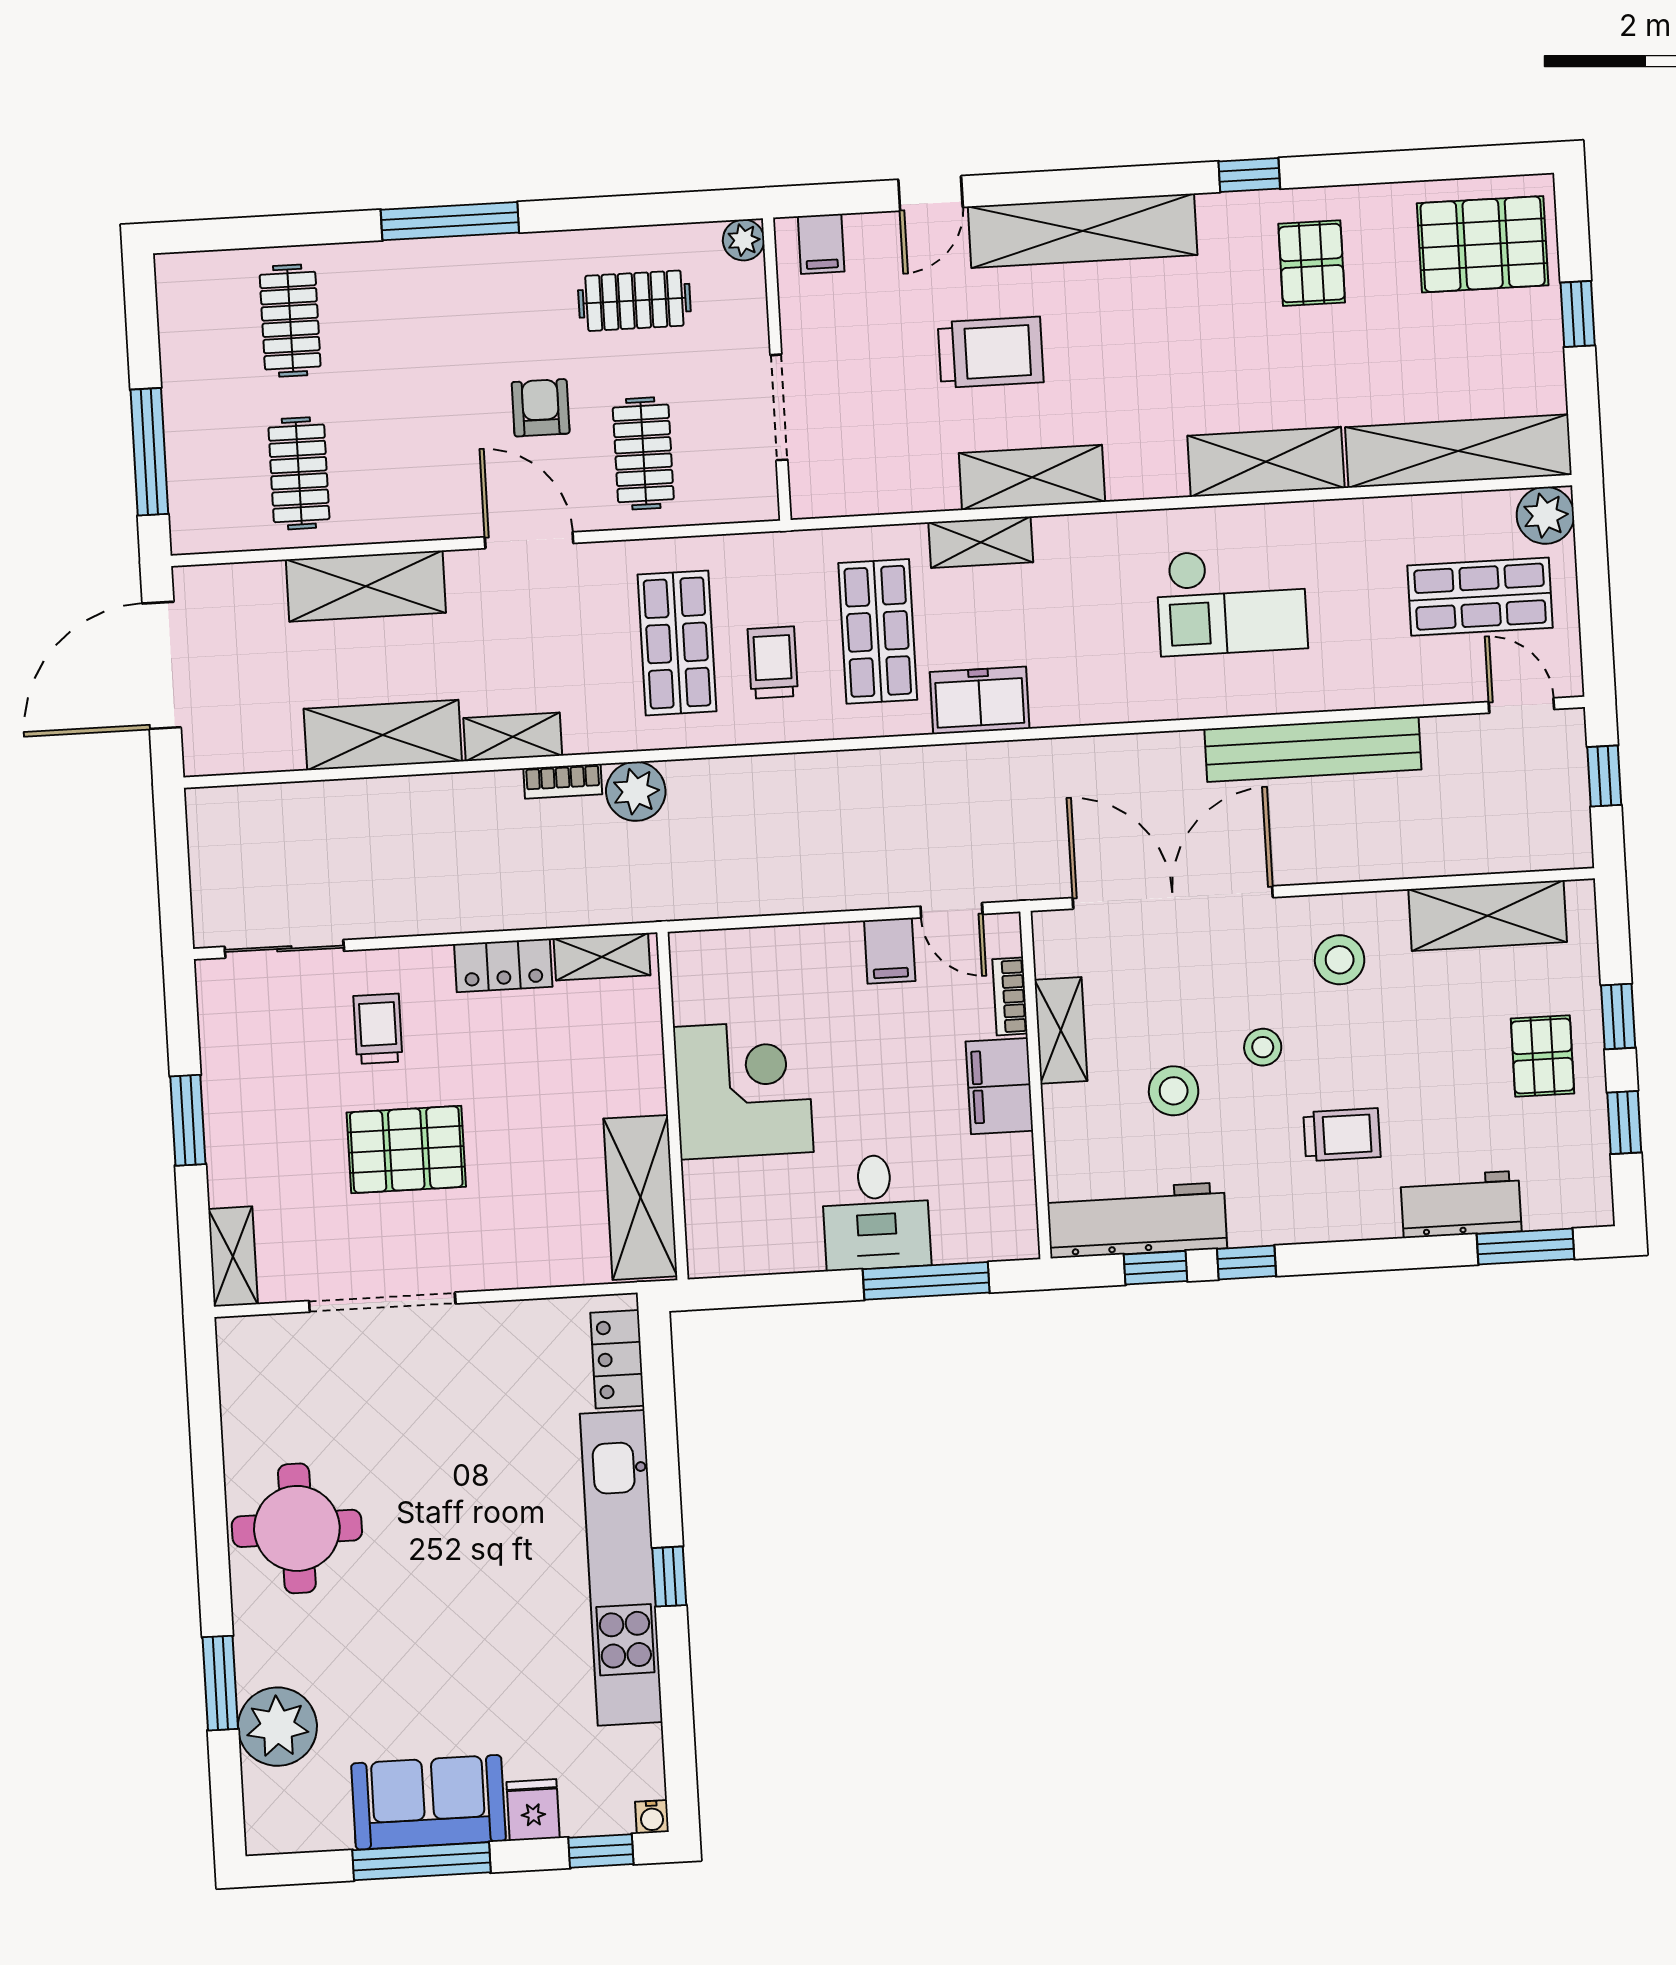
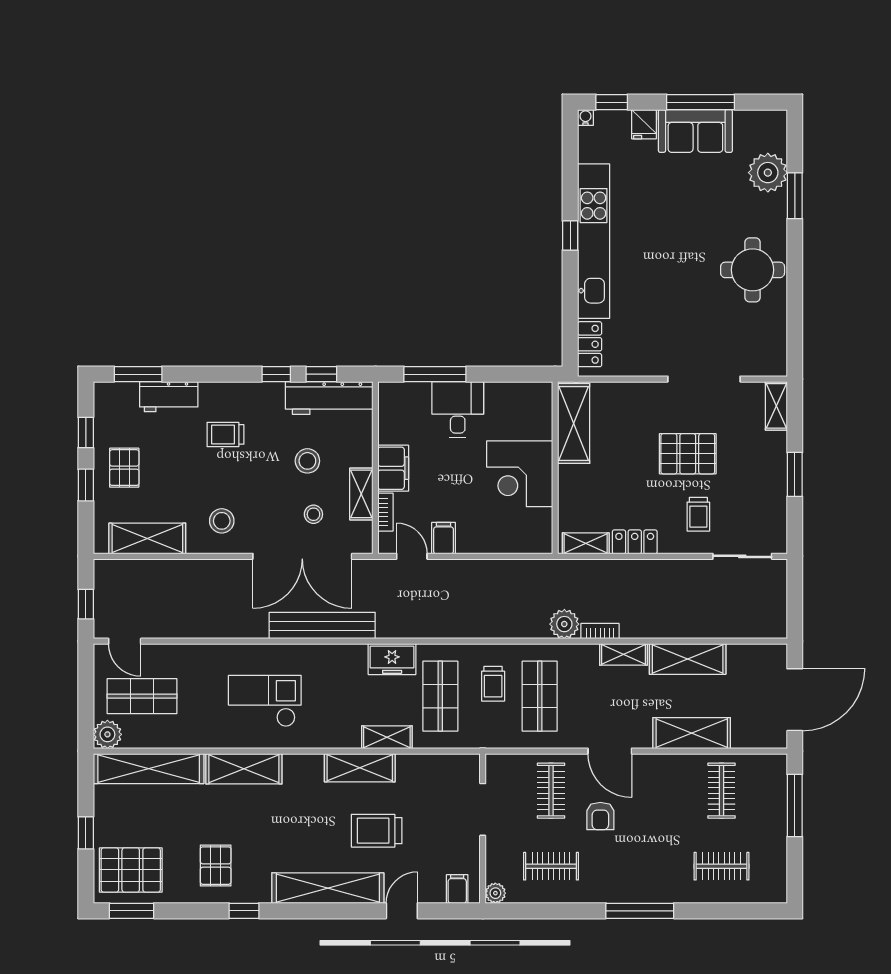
window: (1476, 162) -> (132, 911), added
clothes rail: (290, 321) -> (722, 866), turned 90
bench: (1313, 749) -> (322, 626), moved
stool: (1263, 1047) -> (313, 514), moved

